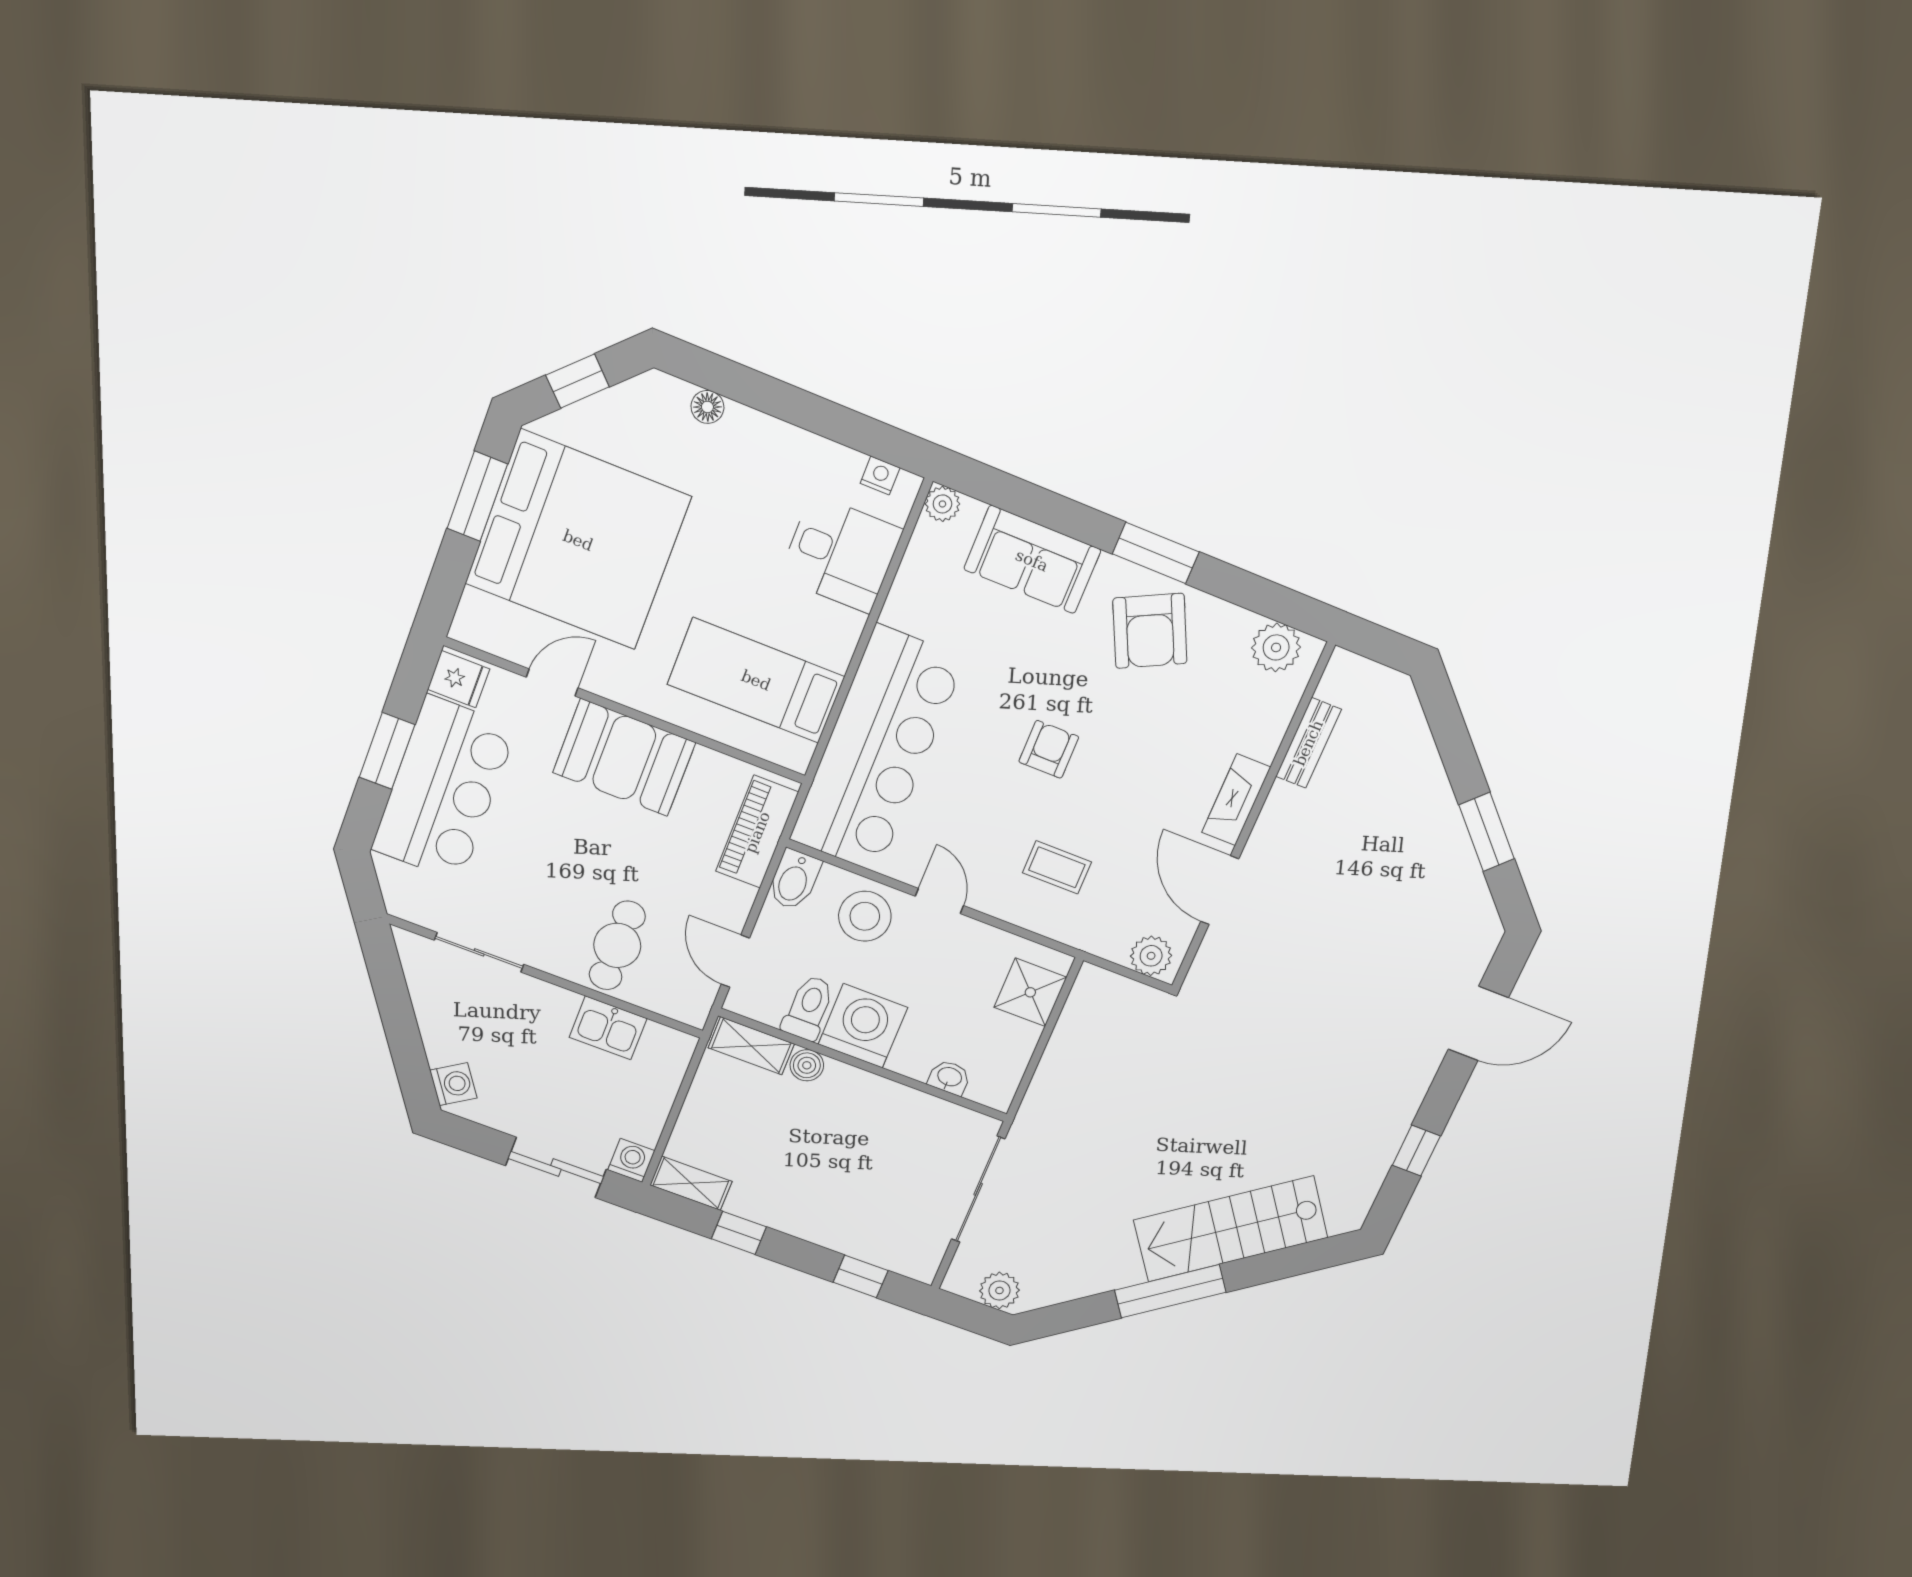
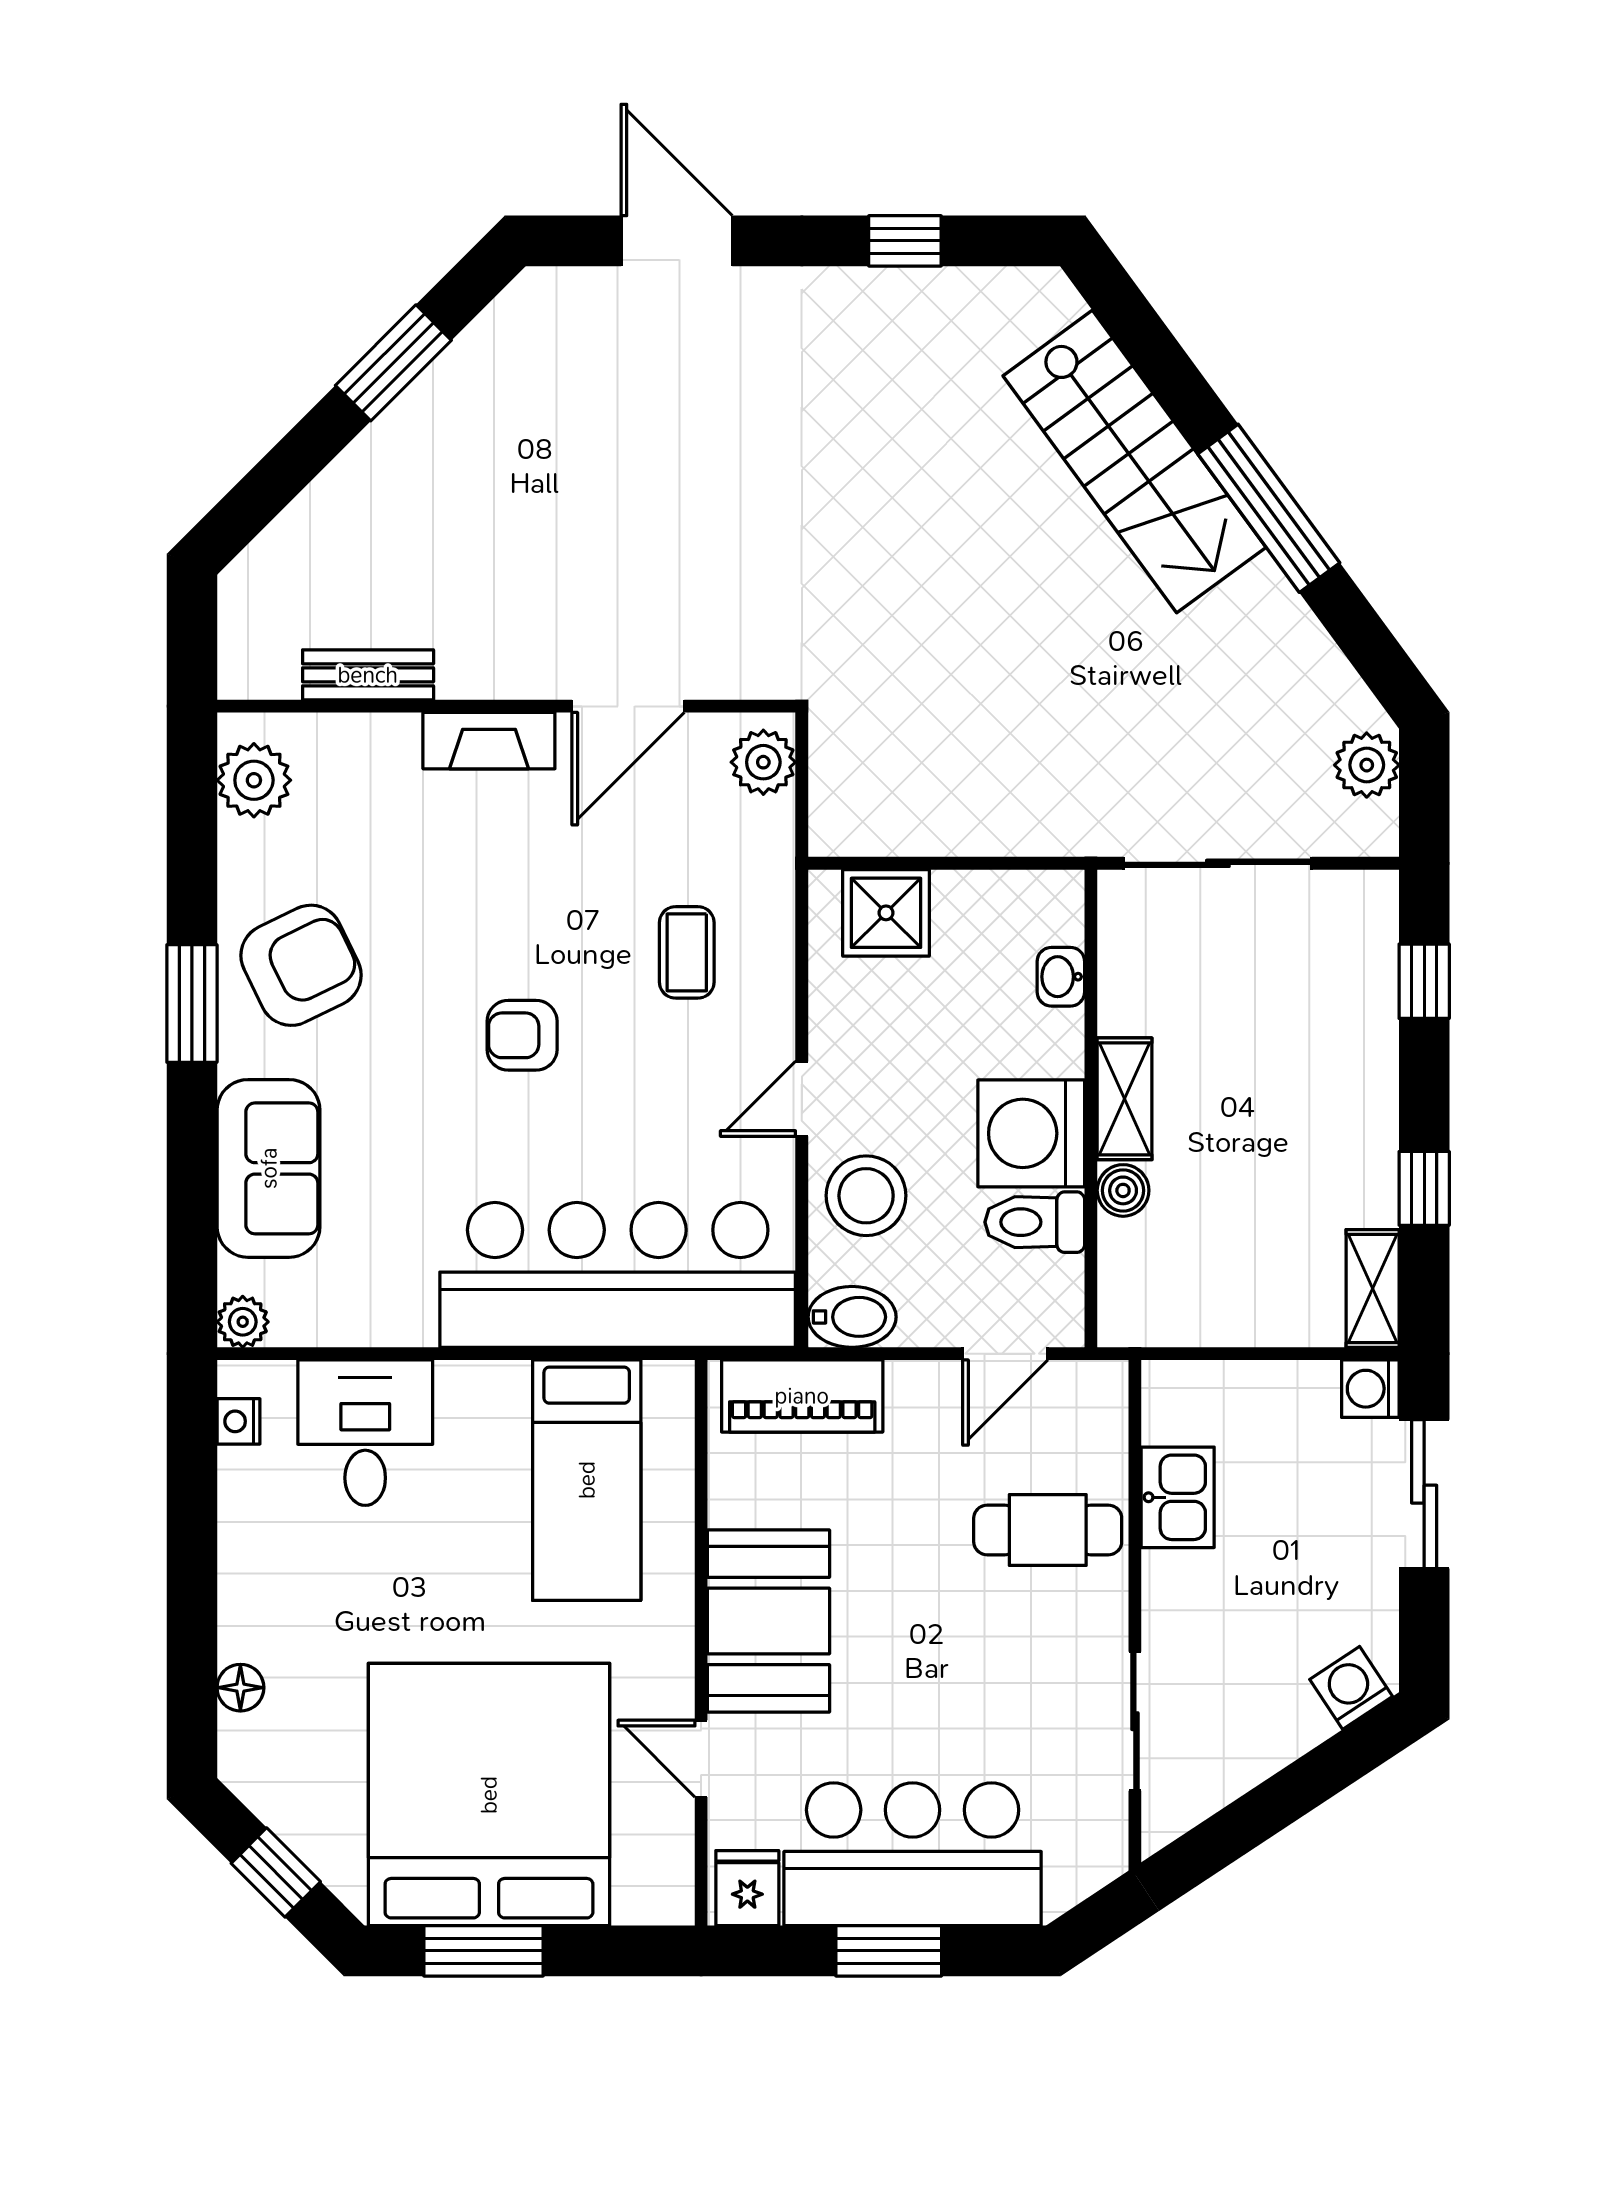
shelving: (751, 1046) -> (1125, 1099), moved

